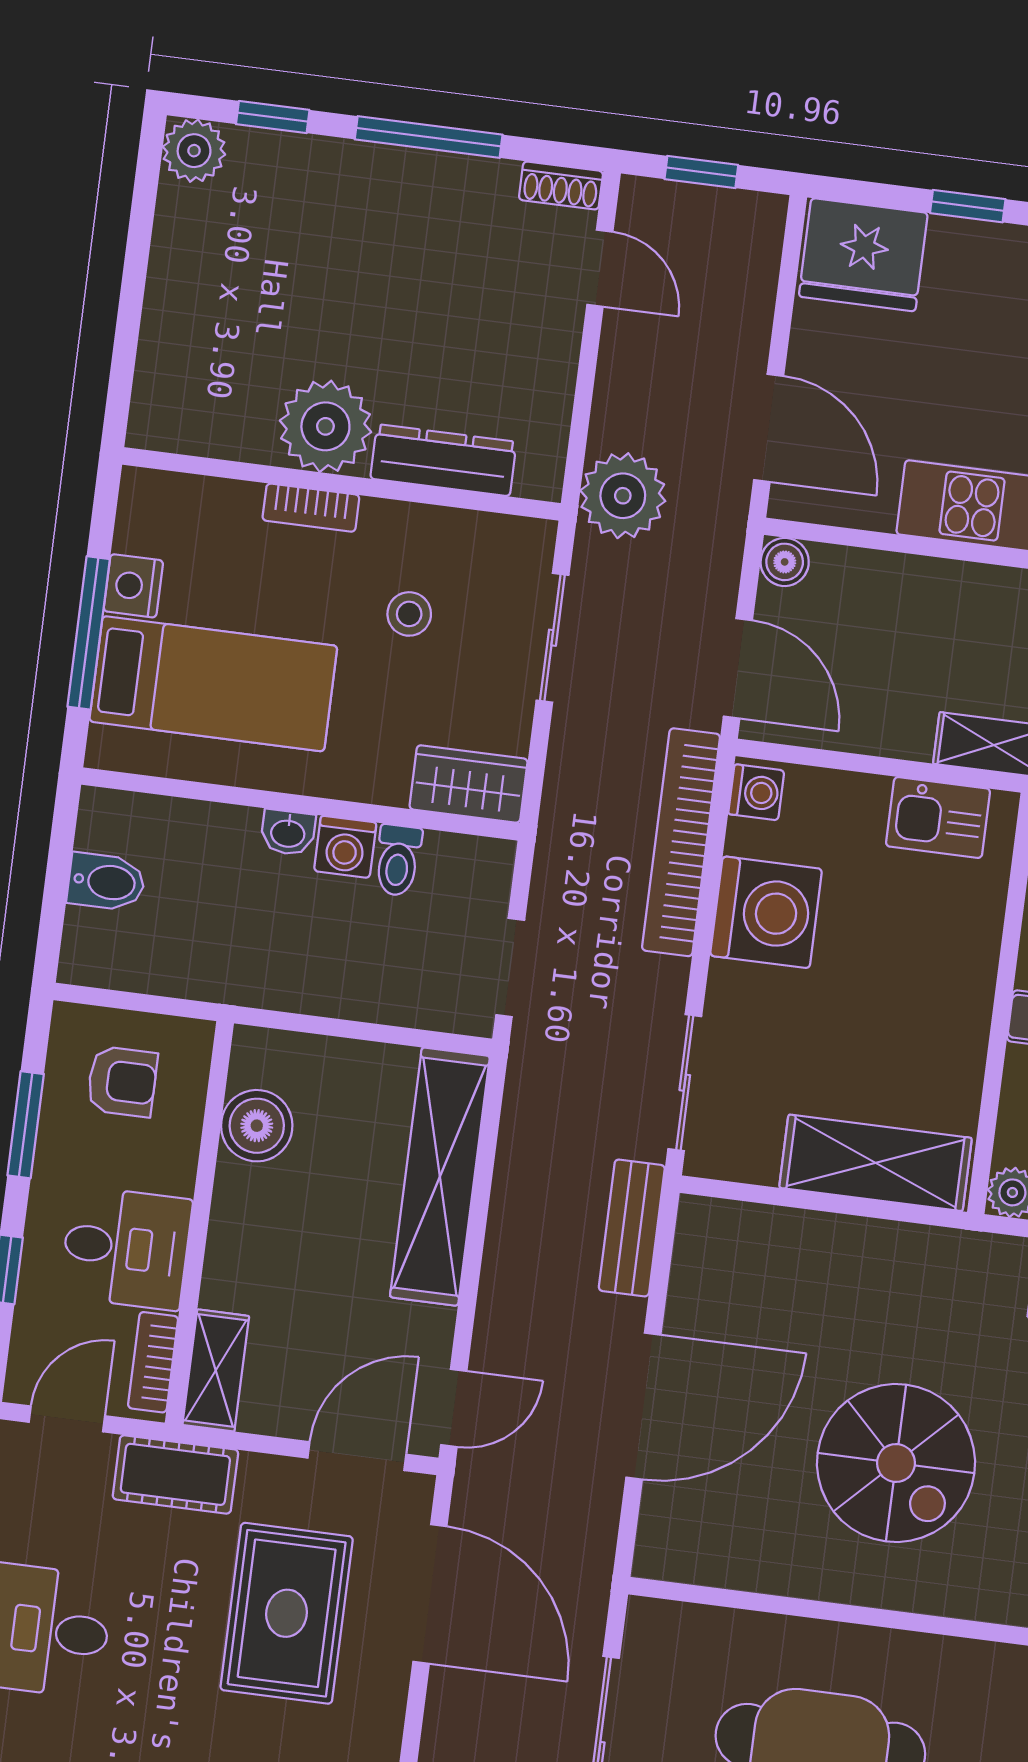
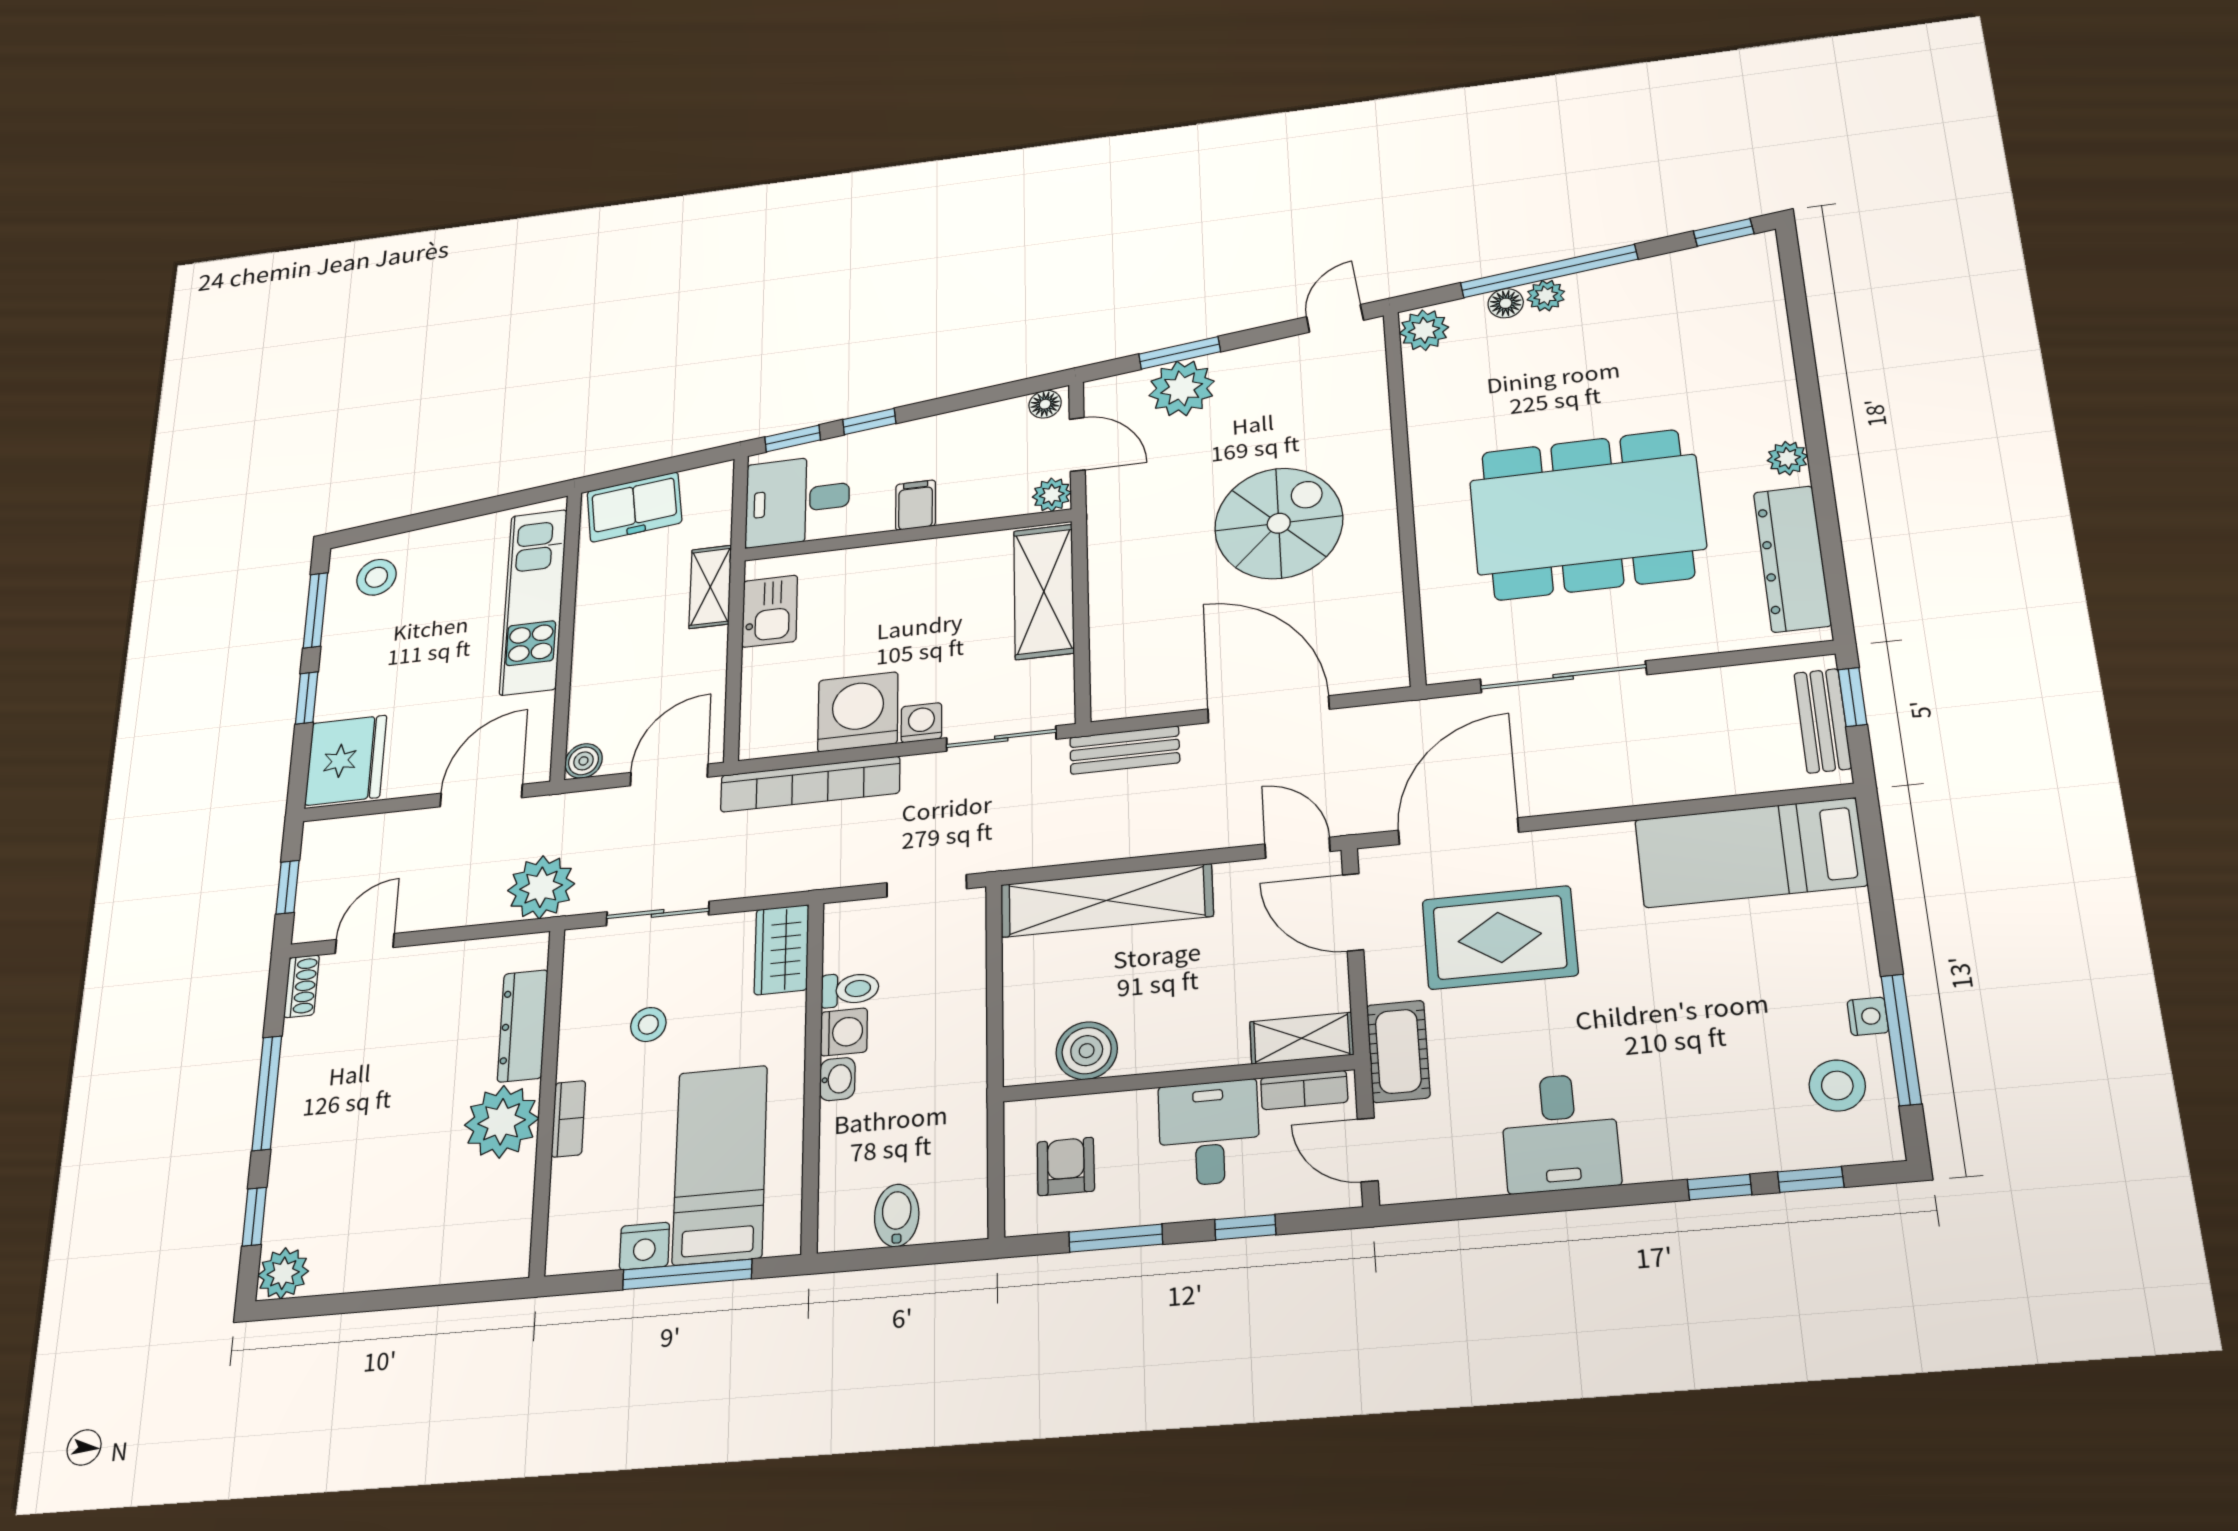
washing machine: (756, 792) -> (921, 723), moved

